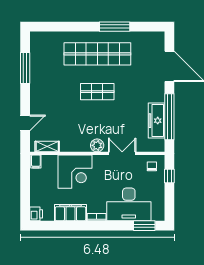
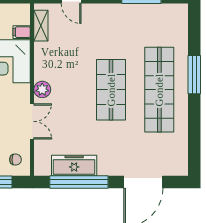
window: (115, 27) -> (194, 75), moved
shop shelf: (97, 92) -> (111, 90), width x1.43, depth x1.36
filing cabinet: (36, 162) -> (22, 32), moved

